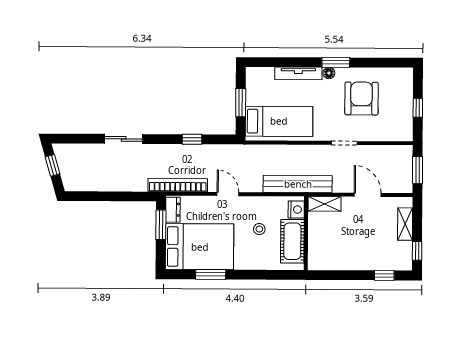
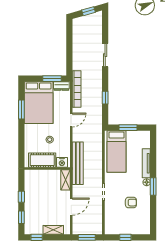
armchair: (361, 98) -> (131, 203), width x0.53, depth x0.53
window: (351, 275) -> (21, 197), added

